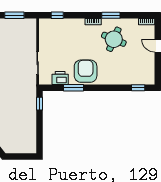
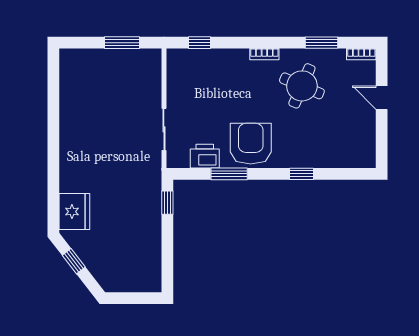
window: (111, 15) -> (321, 43), moved
window: (138, 88) -> (302, 174), moved

